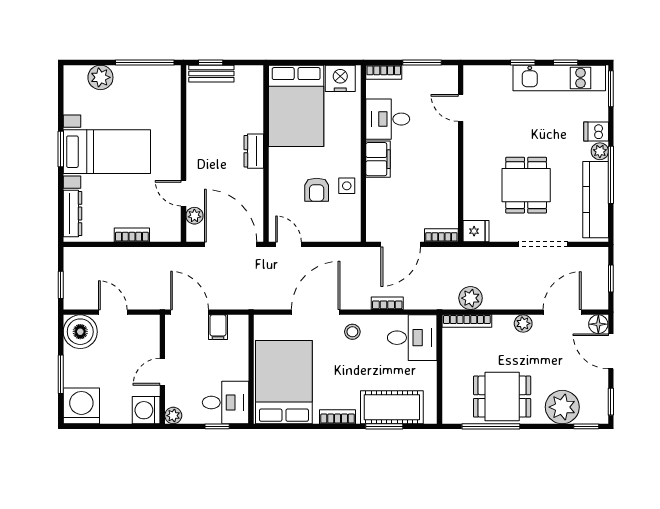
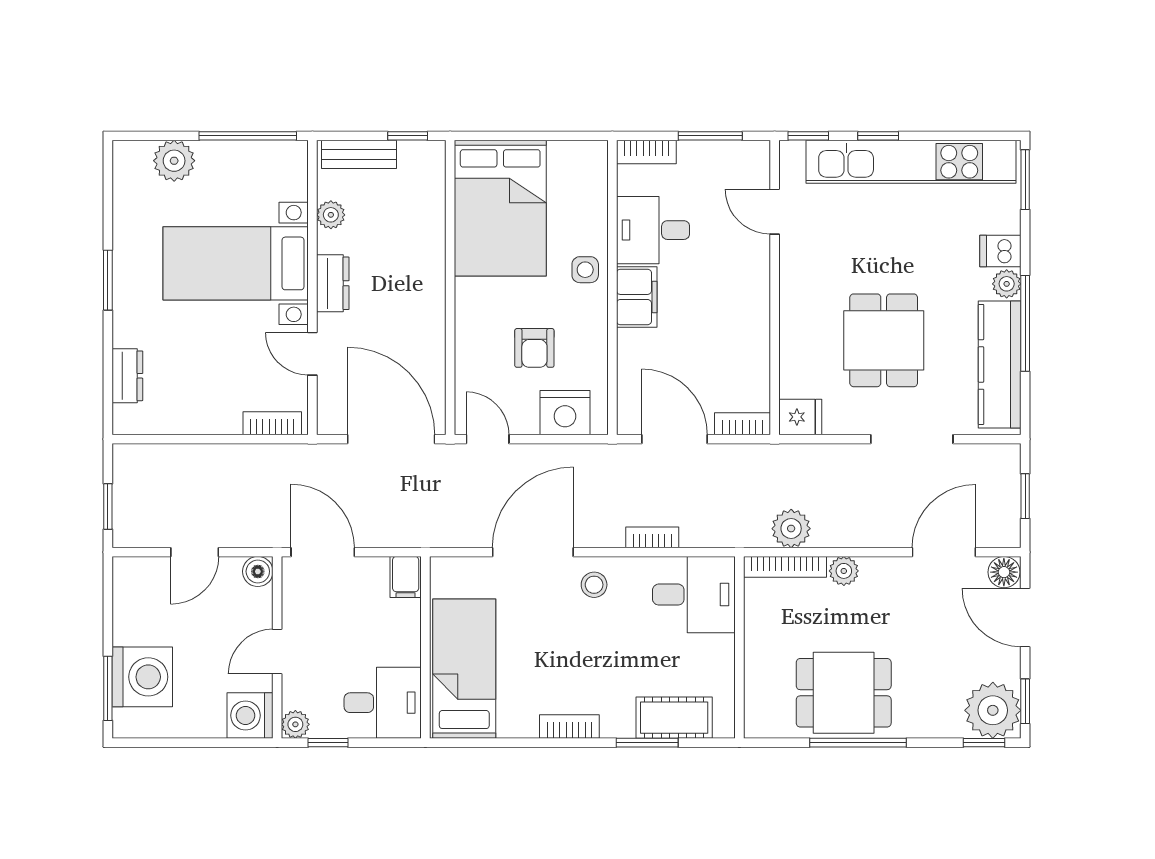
window: (211, 62) -> (408, 136), moved
window: (566, 62) -> (808, 136), moved
nightstand: (340, 78) -> (565, 413), moved, turned 180
kitchen unit: (559, 78) -> (911, 162), width x1.36
dresser: (254, 151) -> (333, 283), moved, turned 180
bed with nightstands: (107, 152) -> (236, 263), moved, turned 180
side table: (347, 186) -> (585, 270), moved
dresser: (72, 214) -> (127, 376), width x0.70
plant: (194, 216) -> (331, 215), moved
bookcase: (132, 235) -> (272, 423), moved
door: (401, 244) -> (675, 439), swing flipped
door: (113, 312) -> (195, 552), swing flipped
plant: (523, 323) -> (844, 571), moved
filing cabinet: (218, 327) -> (406, 577), moved
boiler: (80, 332) -> (258, 571), moved, width x0.54, depth x0.54
window: (61, 374) -> (108, 688), moved
bed: (284, 382) -> (464, 669), width x0.67
washing machine: (81, 406) -> (142, 677), moved, turned 90
cot: (392, 407) -> (674, 718), width x0.73, depth x0.75
plant: (562, 407) -> (993, 710), moved
window: (217, 426) -> (328, 743), moved
window: (491, 426) -> (858, 743), moved

